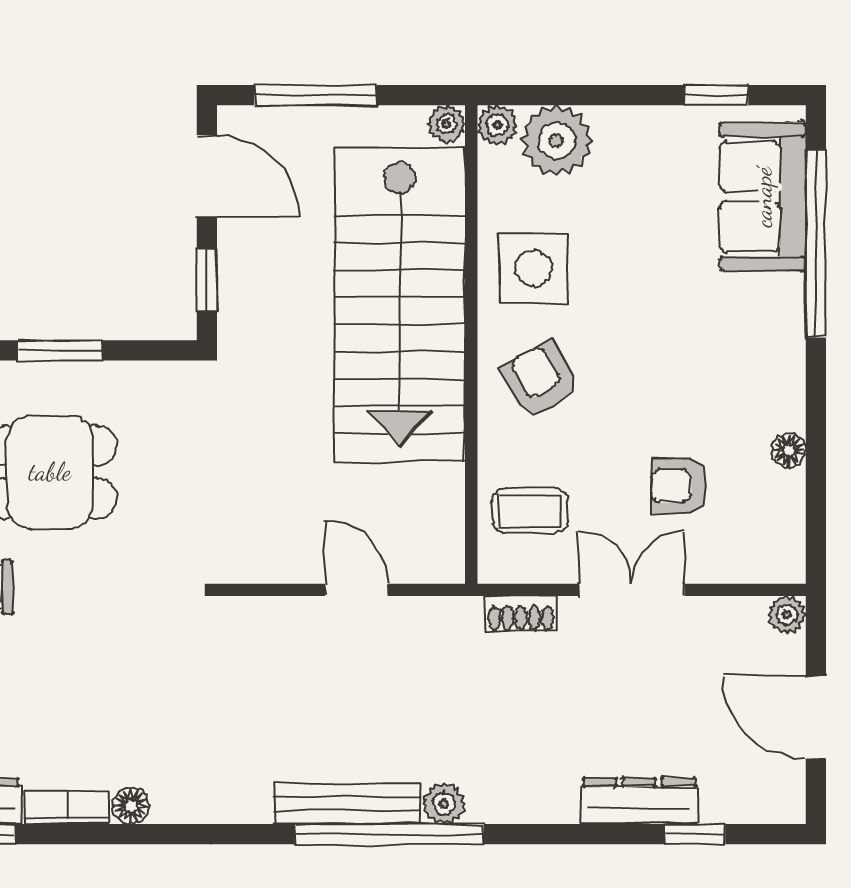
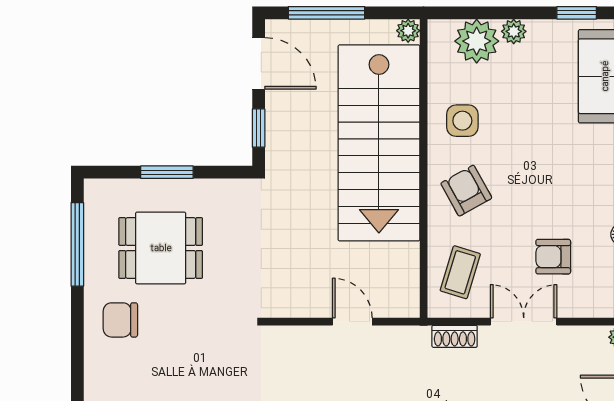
plant: (497, 125) -> (514, 31), moved
side table: (533, 268) -> (462, 121), width x0.73, depth x0.73
coffee table: (530, 511) -> (460, 272), turned -73

